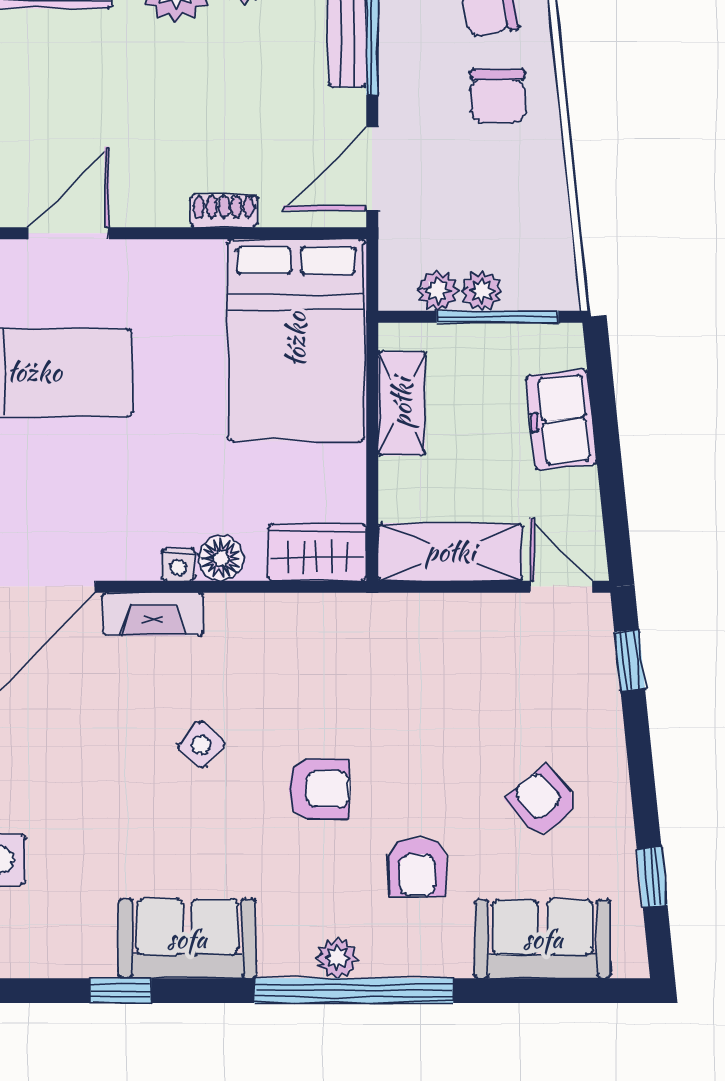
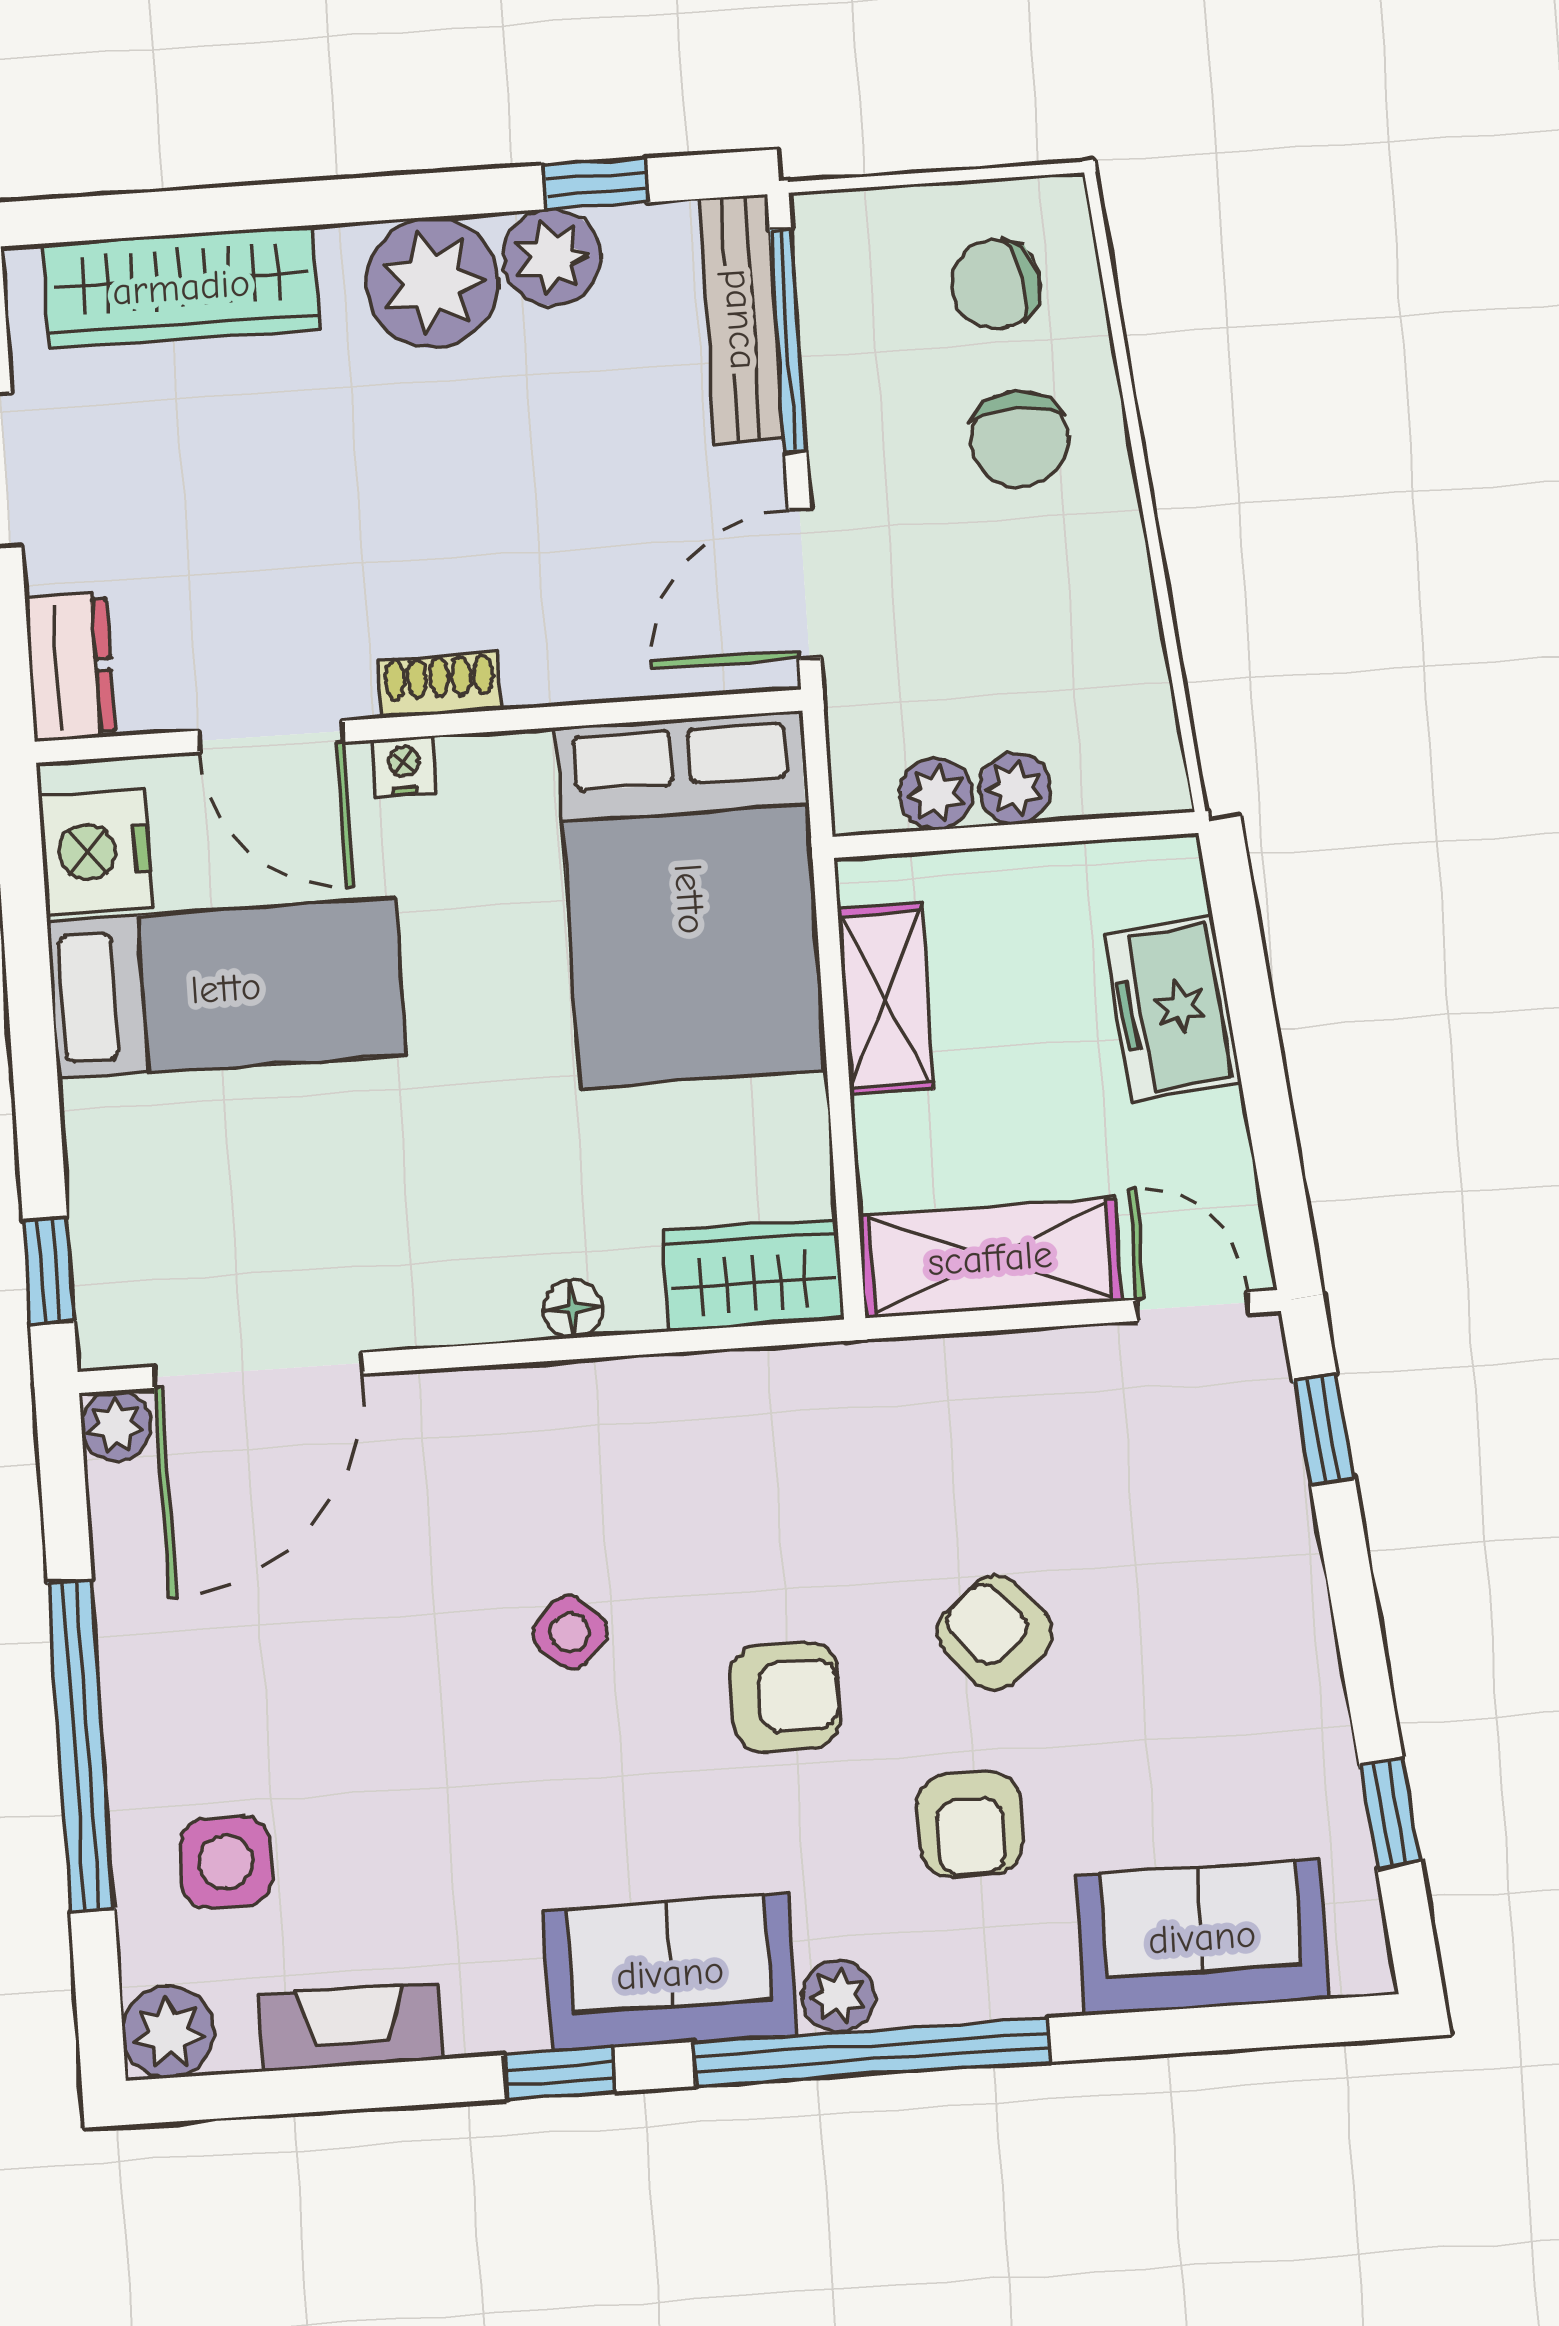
shoe rack: (224, 211) -> (440, 685), moved
door: (69, 233) -> (271, 736), swing flipped
window: (497, 317) -> (1046, 833), removed
floor lamp: (221, 558) -> (573, 1309), width x0.73, depth x0.73
nightstand: (178, 565) -> (404, 766), moved, turned 180
fireplace: (153, 614) -> (351, 2027), moved, turned 180
armchair: (543, 802) -> (995, 1633), moved
sofa: (187, 939) -> (670, 1973), moved
window: (121, 991) -> (560, 2073), moved

